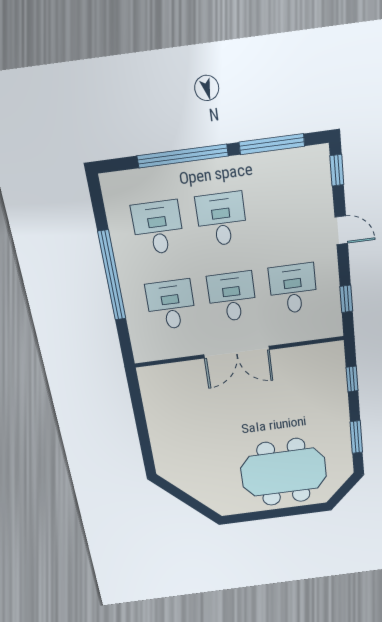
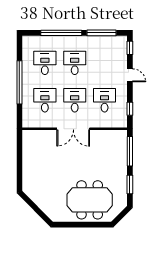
window: (352, 379) -> (130, 151), width x2.17

